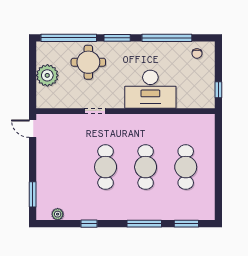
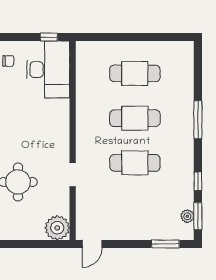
plant: (47, 75) -> (57, 228), moved
desk: (150, 89) -> (48, 69), moved
window: (186, 224) -> (198, 216), moved

